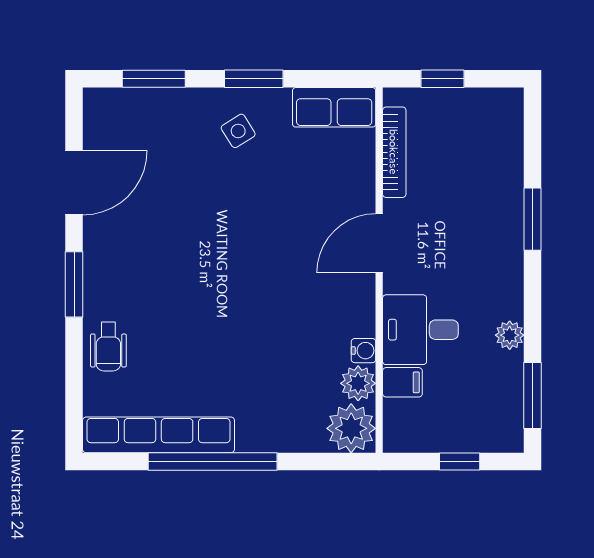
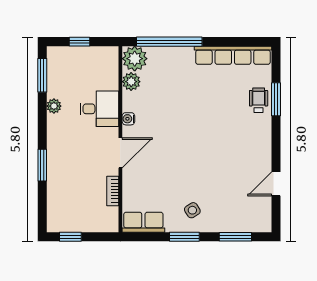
window: (443, 79) -> (70, 237), moved
bookcase: (394, 152) -> (113, 191), width x0.64
door: (74, 183) -> (276, 184), width x0.73
window: (74, 284) -> (276, 99), moved
water cooler: (364, 351) -> (128, 119), moved
filing cabinet: (402, 382) -> (109, 82), removed
window: (213, 461) -> (169, 42), moved

